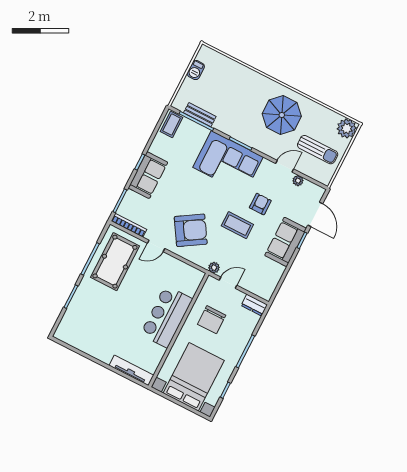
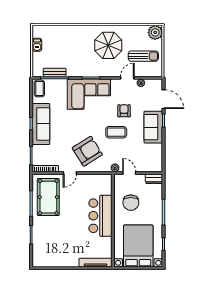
sofa: (148, 175) -> (41, 124), width x1.36
door: (228, 283) -> (129, 173), hinge flipped

